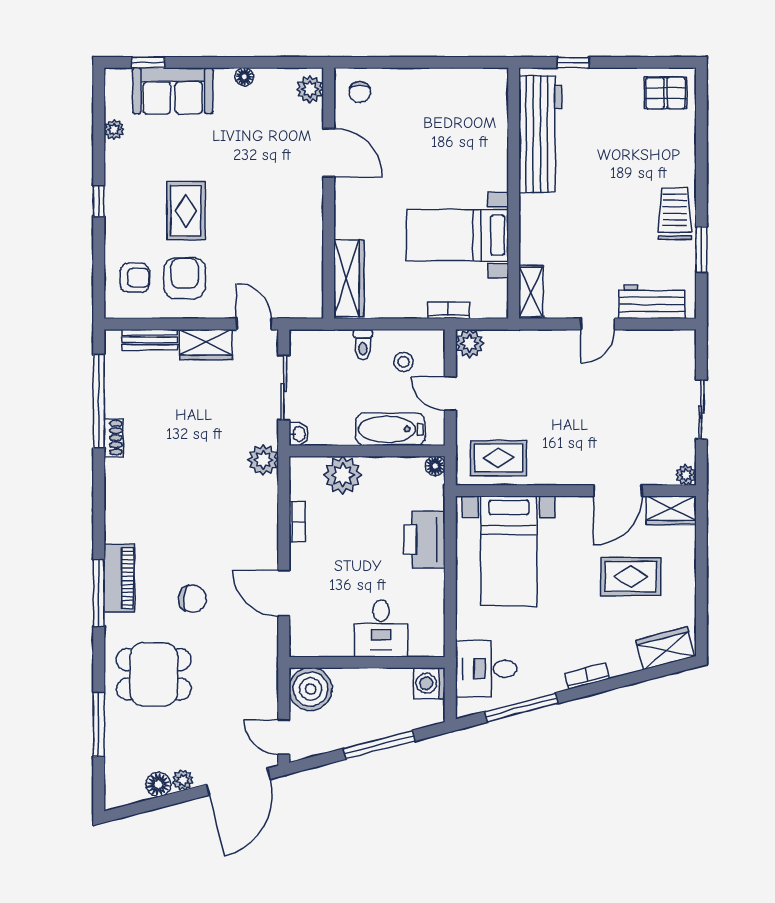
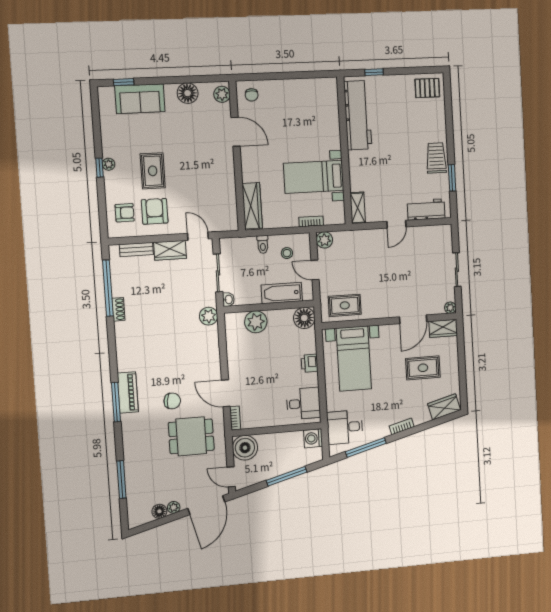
floor lamp: (244, 77) -> (188, 93), width x1.89, depth x1.89
plant: (114, 130) -> (109, 164), moved
floor lamp: (435, 466) -> (304, 318), width x1.89, depth x1.89
bookcase: (297, 522) -> (235, 418), moved
printer: (424, 540) -> (310, 363), width x0.53, depth x0.68
desk: (381, 628) -> (303, 403), moved, turned -90
dining table: (154, 674) -> (191, 436), moved

